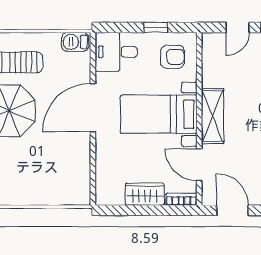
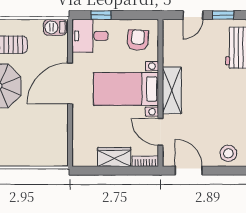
window: (156, 27) -> (101, 15), moved
armchair: (173, 57) -> (138, 40), turned -86

